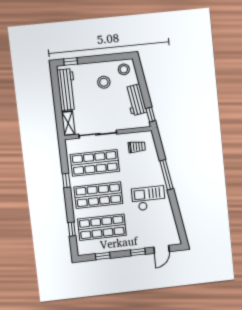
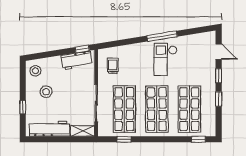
window: (71, 62) -> (23, 107), moved
workbench: (136, 100) -> (77, 60), moved
window: (166, 175) -> (162, 36), moved
window: (66, 181) -> (124, 139), moved
window: (72, 229) -> (198, 139), moved
window: (103, 256) -> (219, 99), moved

